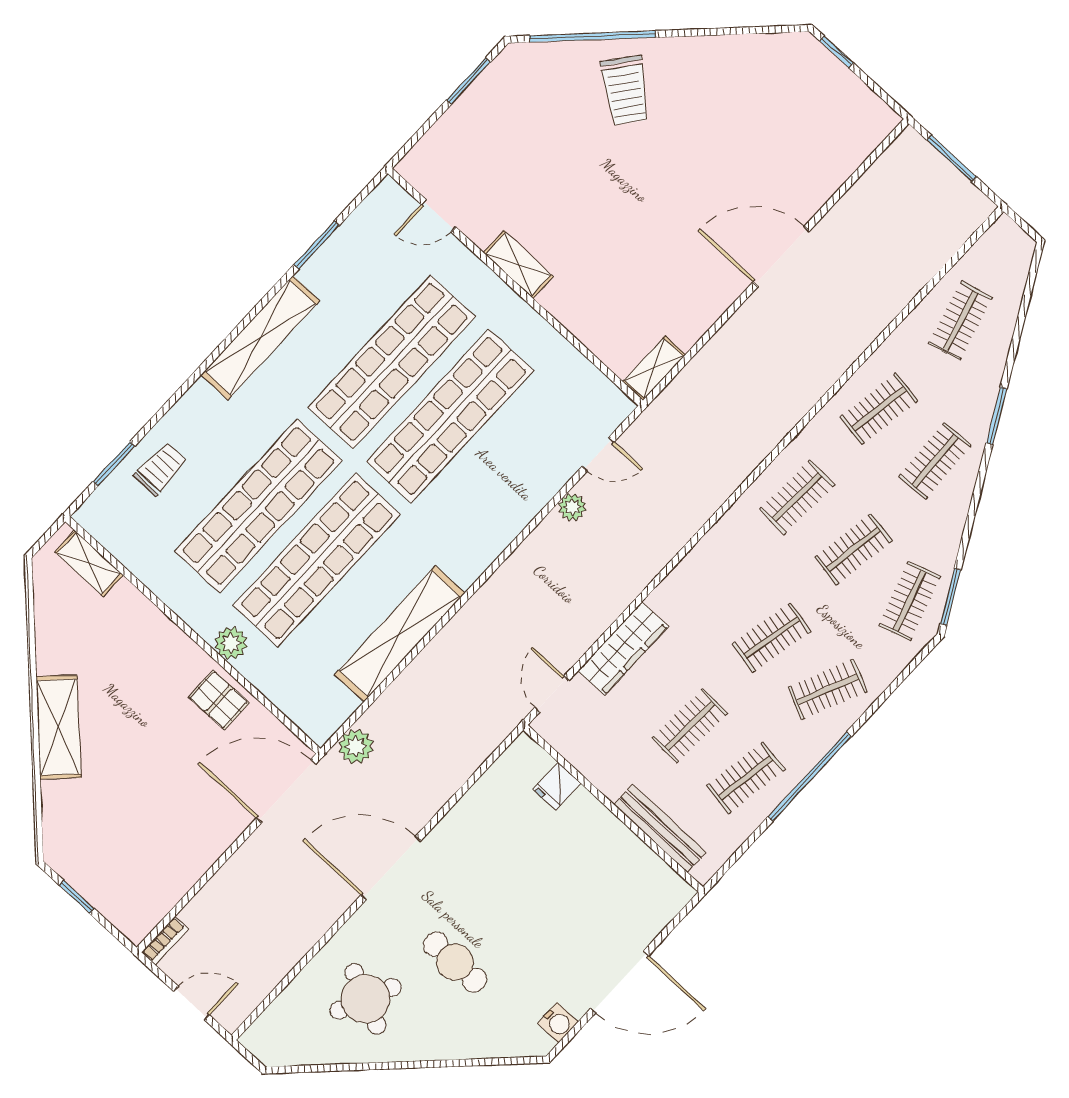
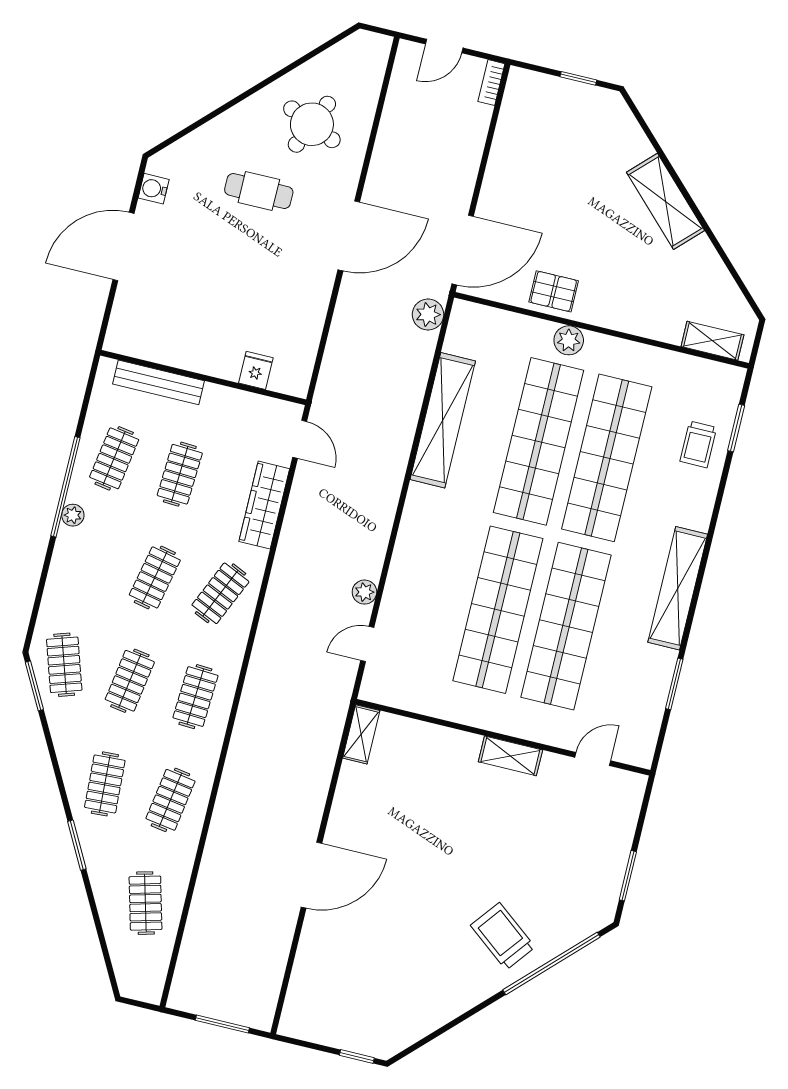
clothes rail: (828, 689) -> (220, 593), moved
plant: (818, 744) -> (73, 515), added

